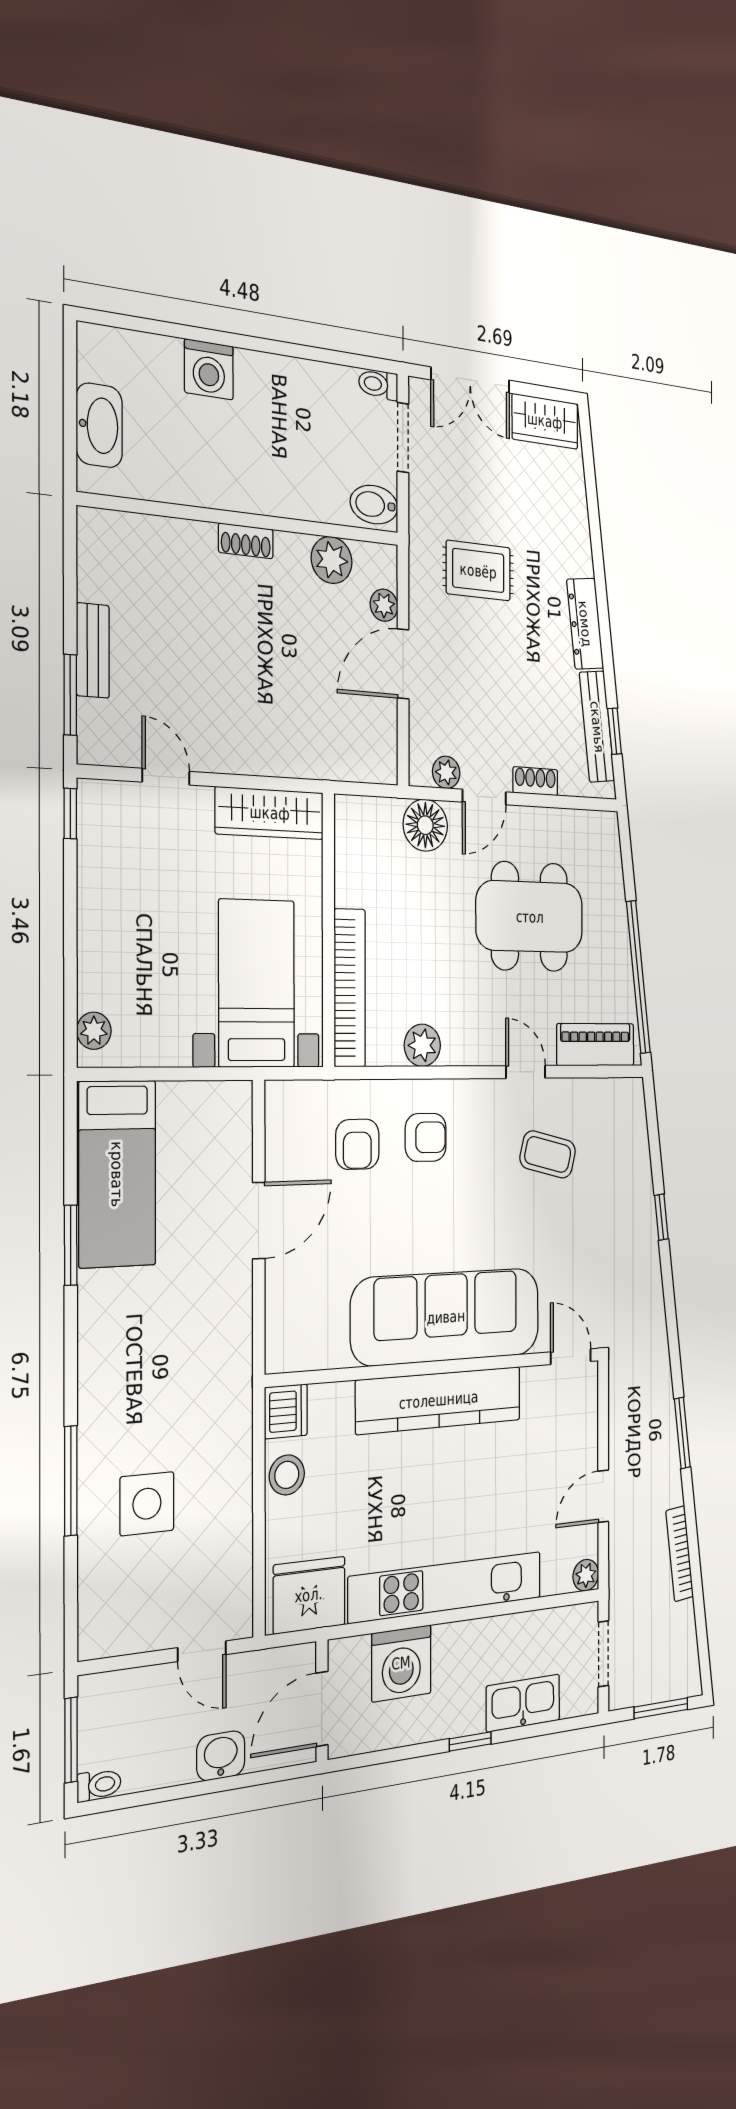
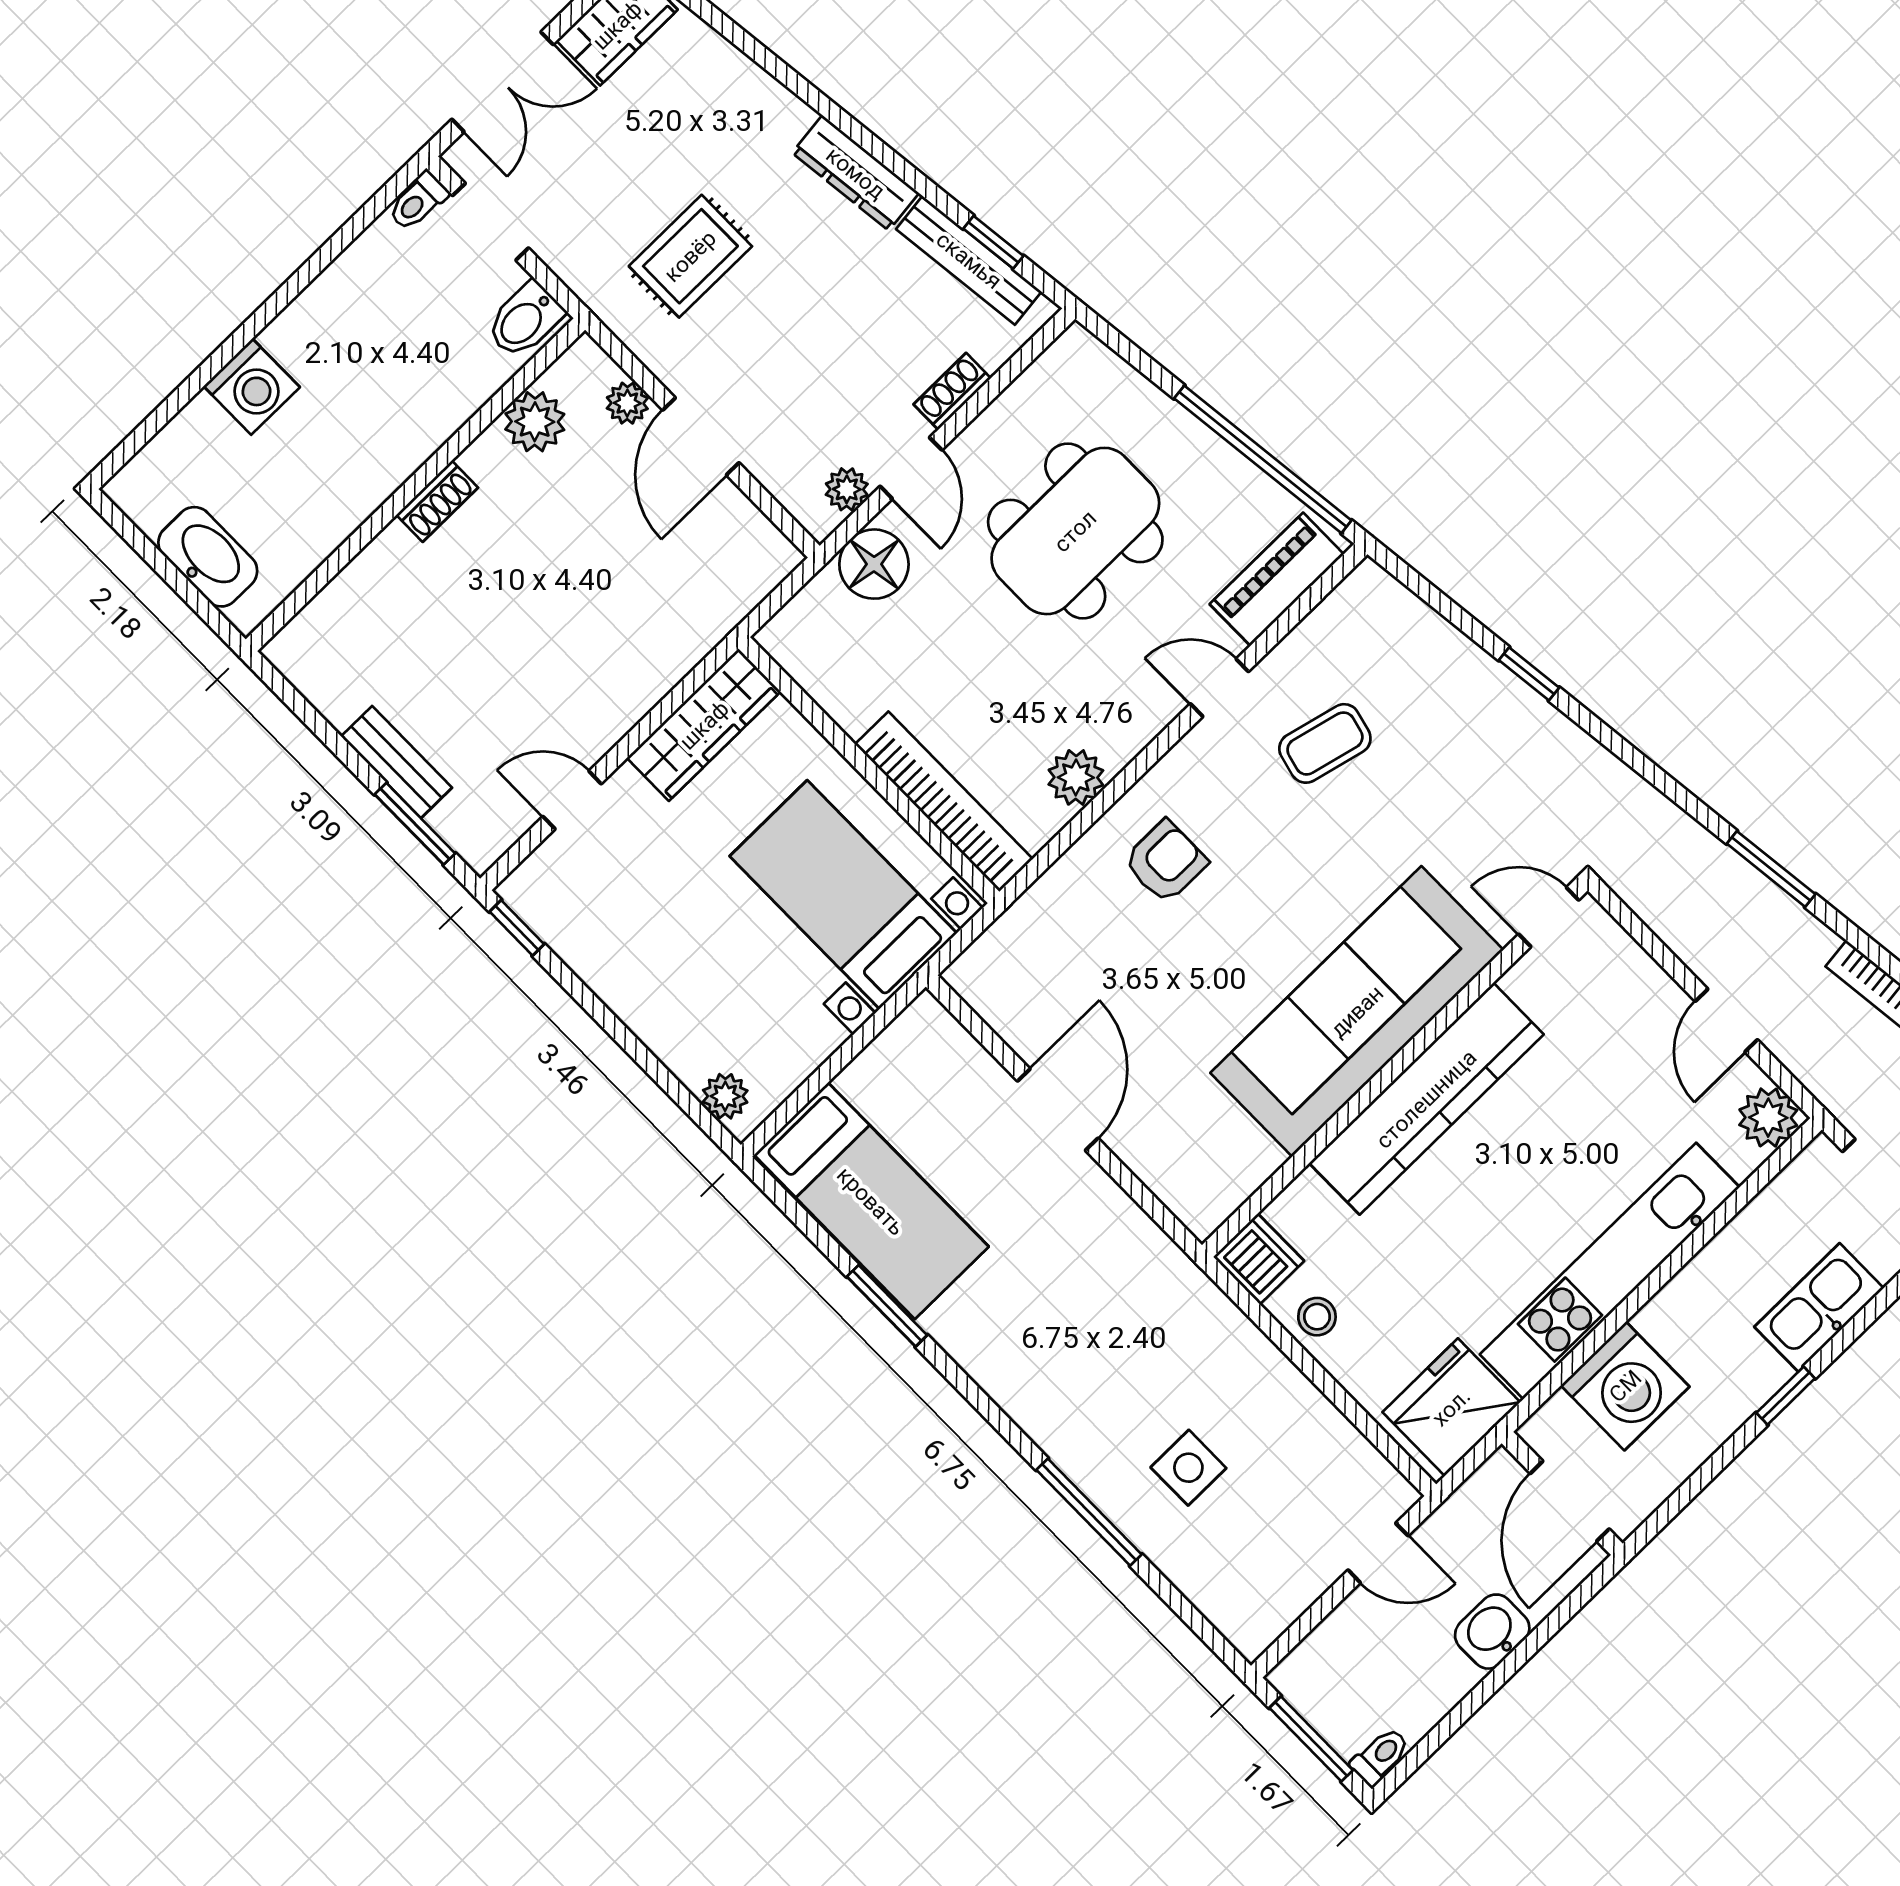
armchair: (357, 1144) -> (1095, 940), removed
stool: (287, 1475) -> (1317, 1317), width x0.73, depth x0.73
side table: (147, 1504) -> (1188, 1468), width x0.73, depth x0.73
plant: (586, 1575) -> (1768, 1118), width x1.38, depth x1.38

